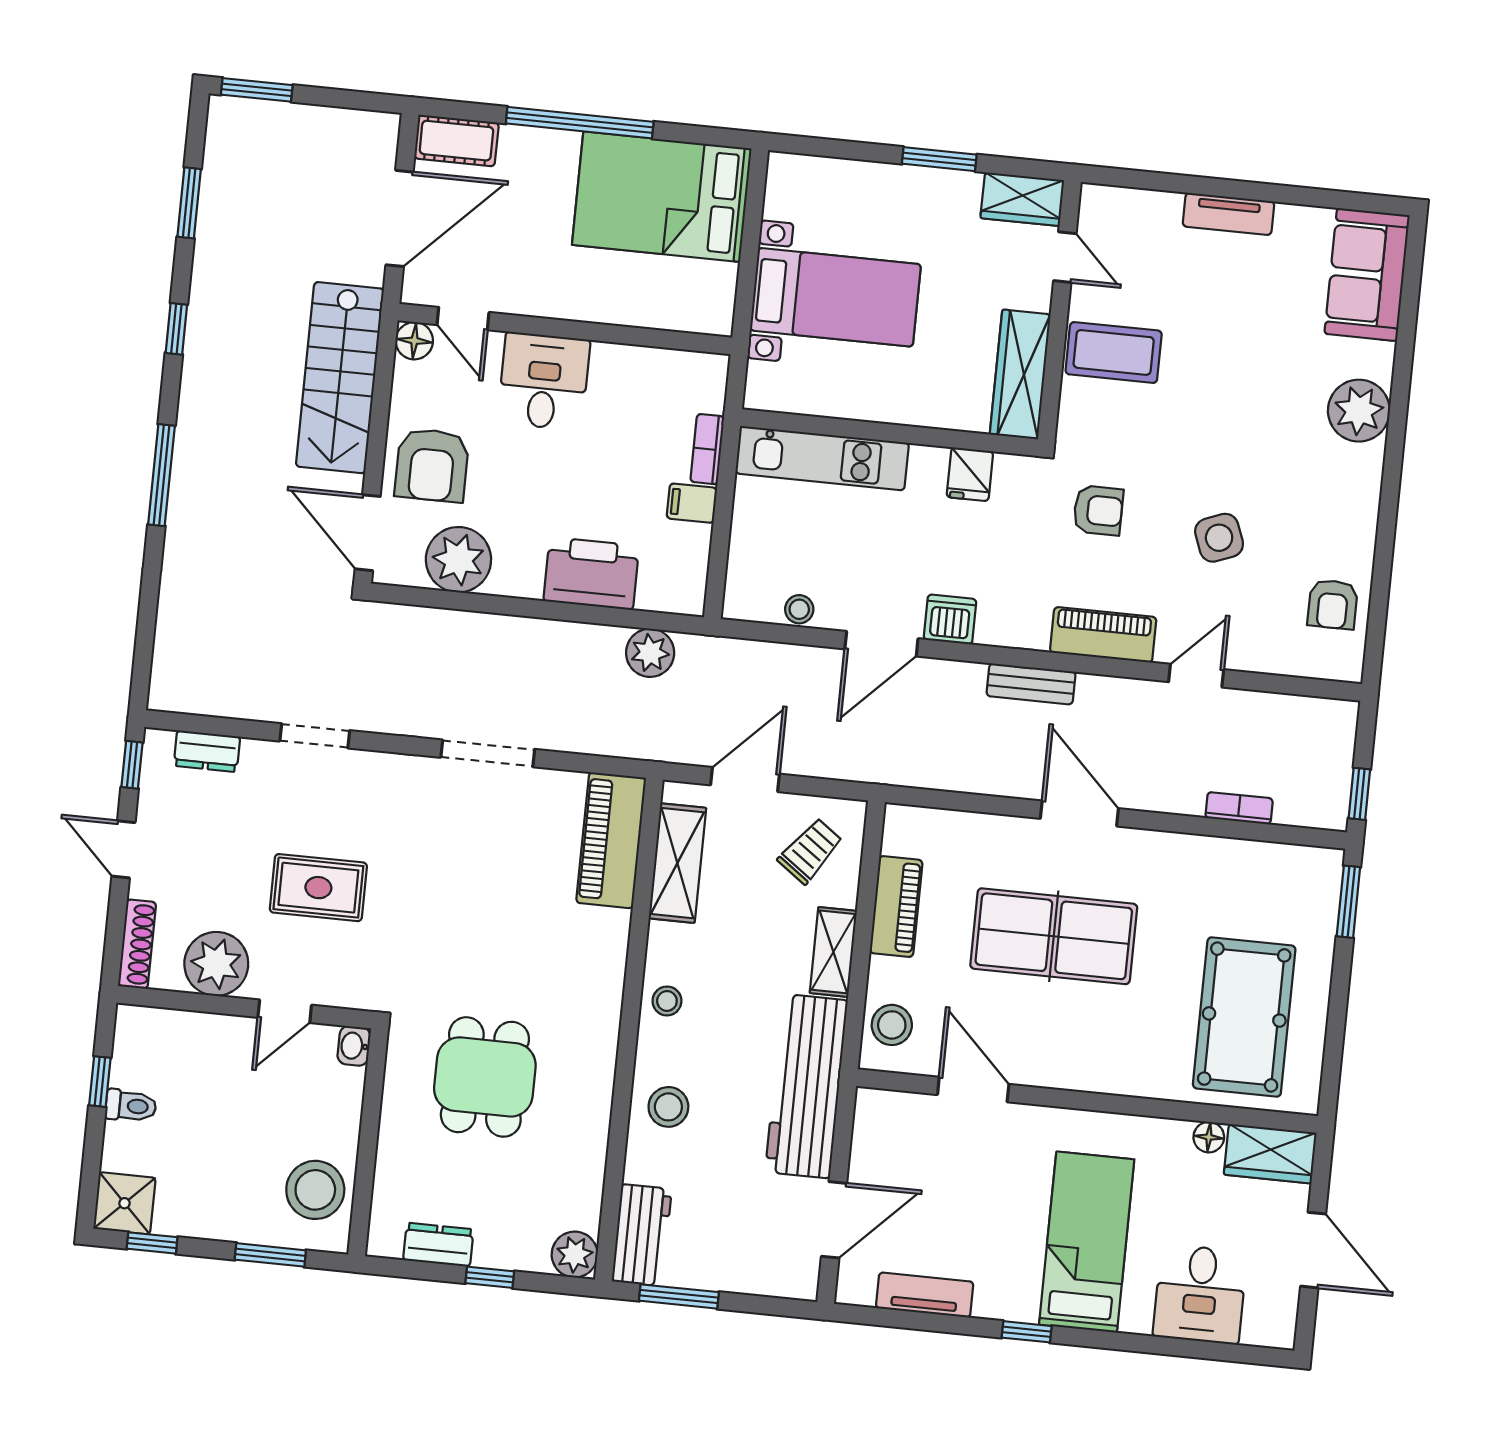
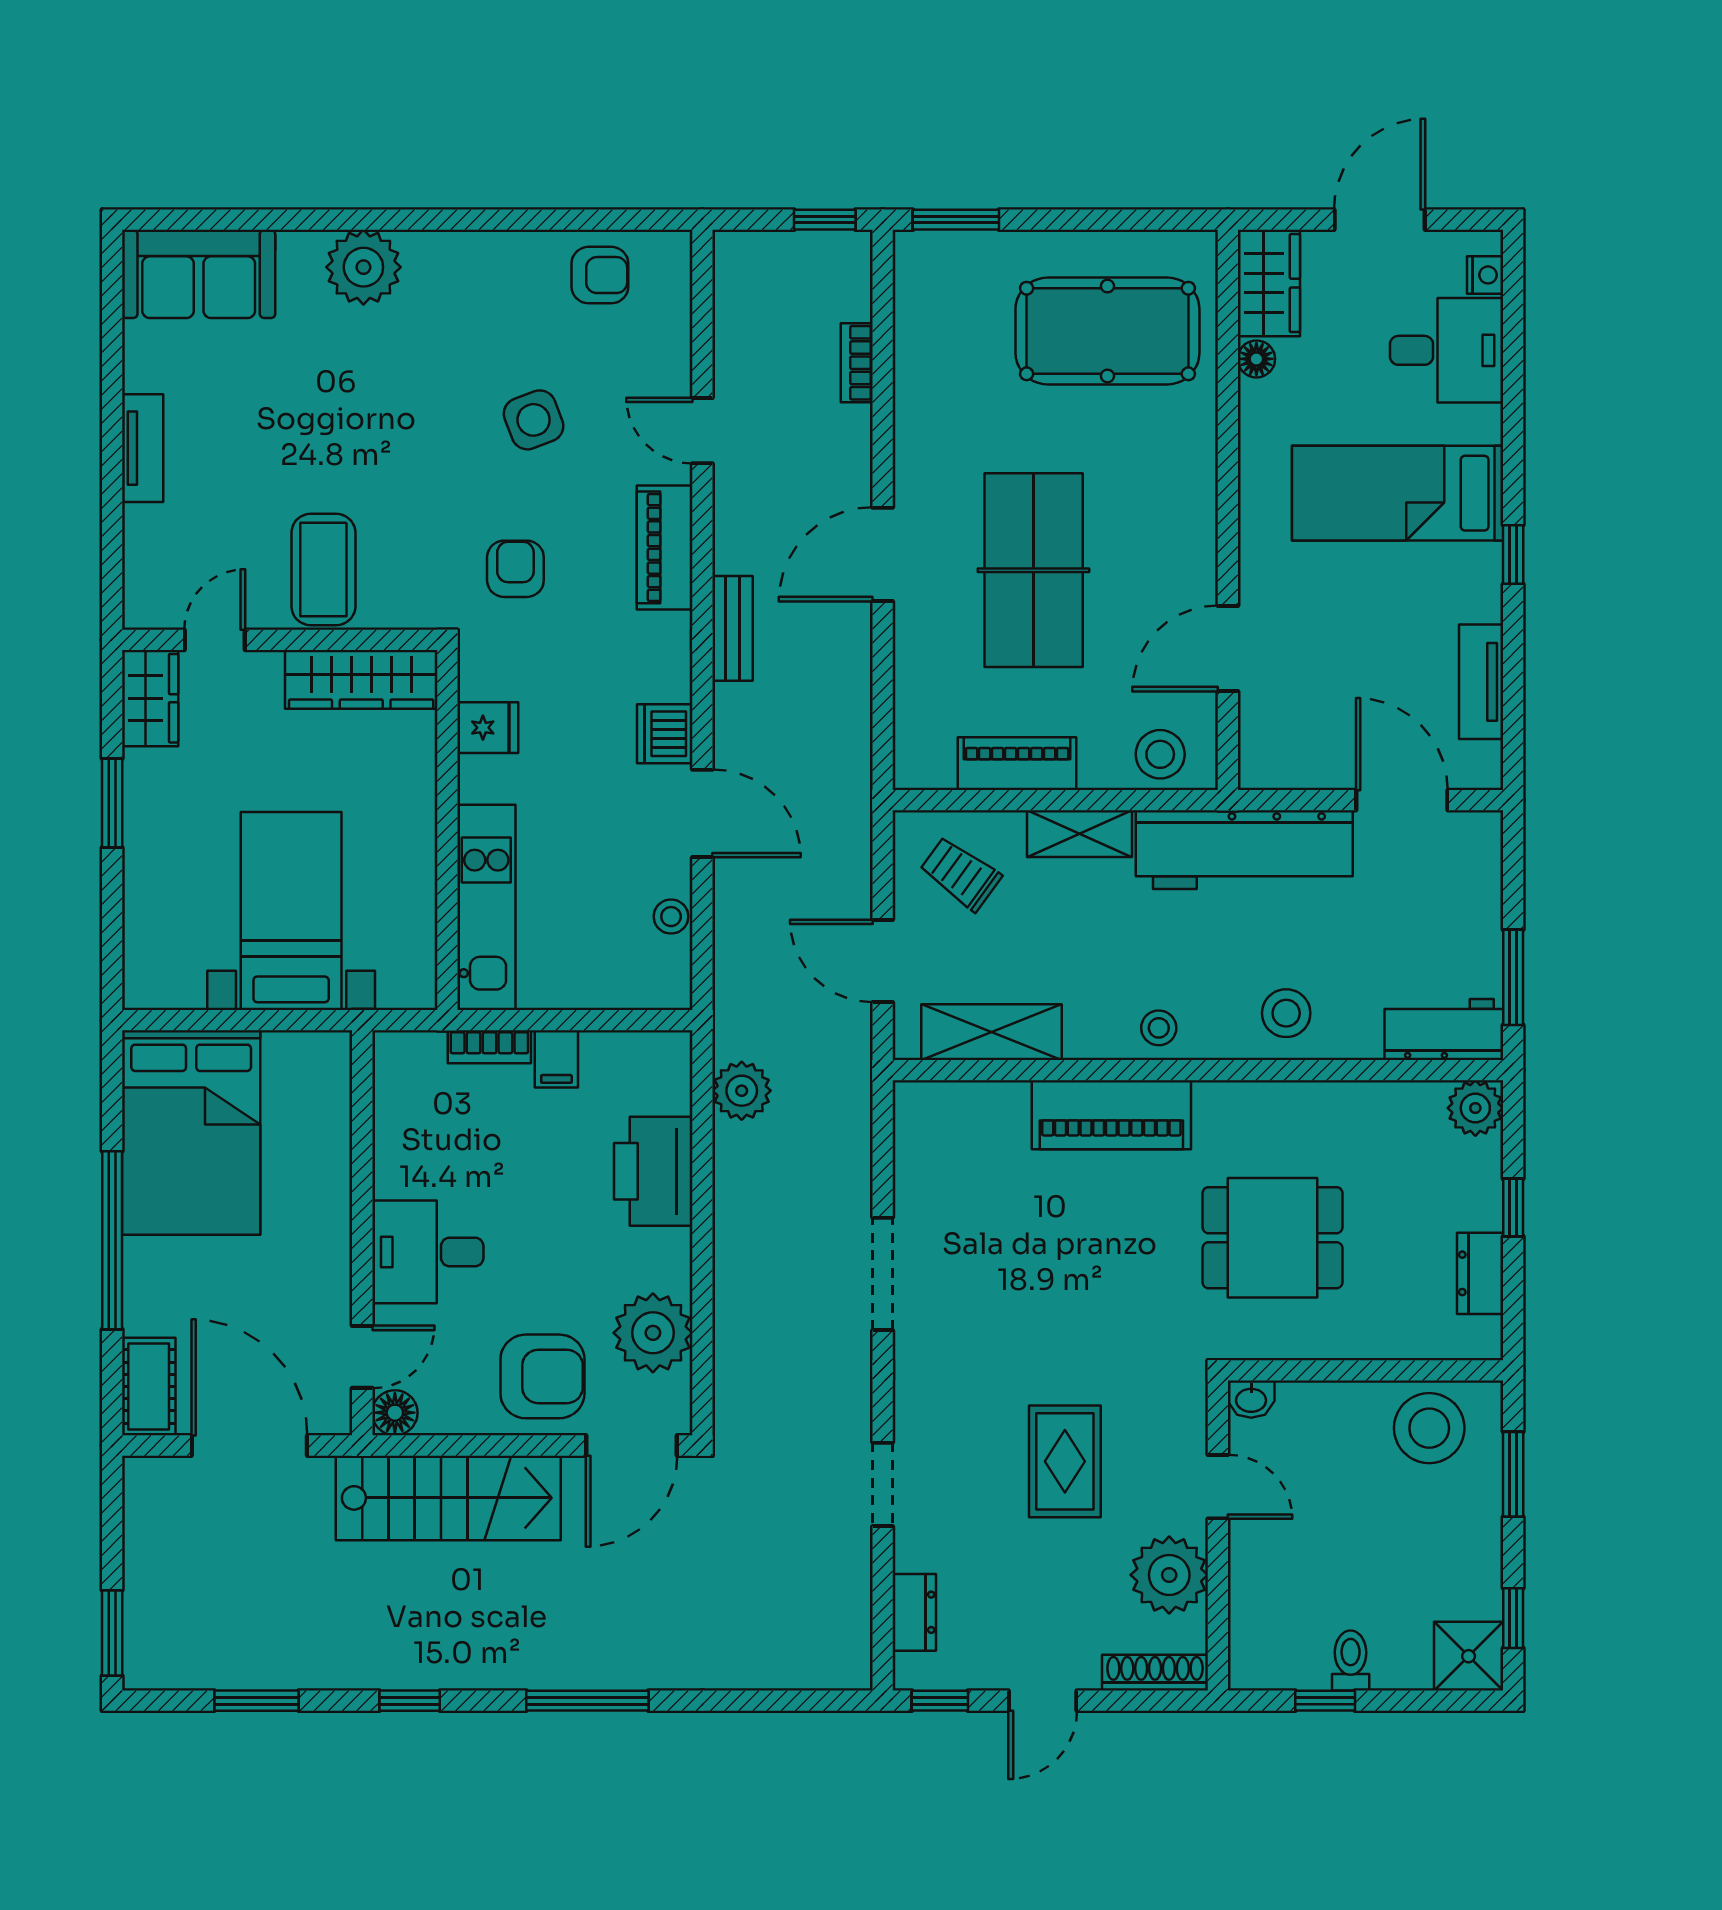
piano: (611, 840) -> (1111, 1115), moved
nightstand: (1259, 1332) -> (1485, 275), added

